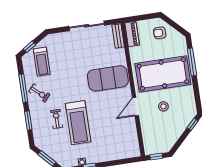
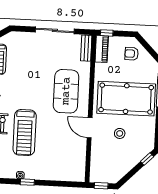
window: (134, 19) -> (107, 33), added
exercise mat: (108, 78) -> (66, 91), turned 90
door: (135, 107) -> (90, 128), hinge flipped

